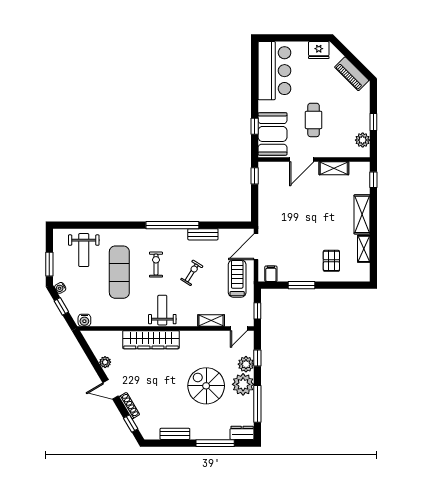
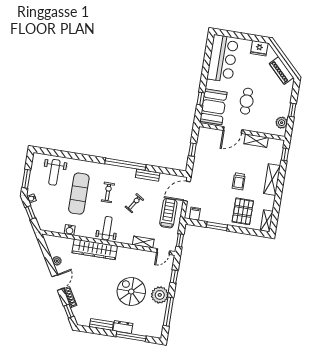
window: (255, 176) -> (192, 150), moved
trolley: (320, 224) -> (239, 181), added
shelving: (364, 249) -> (267, 221), moved
pallet: (331, 261) -> (243, 211), width x1.50, depth x1.42
water cooler: (84, 320) -> (70, 230), moved
plant: (246, 364) -> (164, 280), removed
door: (111, 389) -> (58, 282), swing flipped
dresser: (242, 433) -> (123, 327), moved

